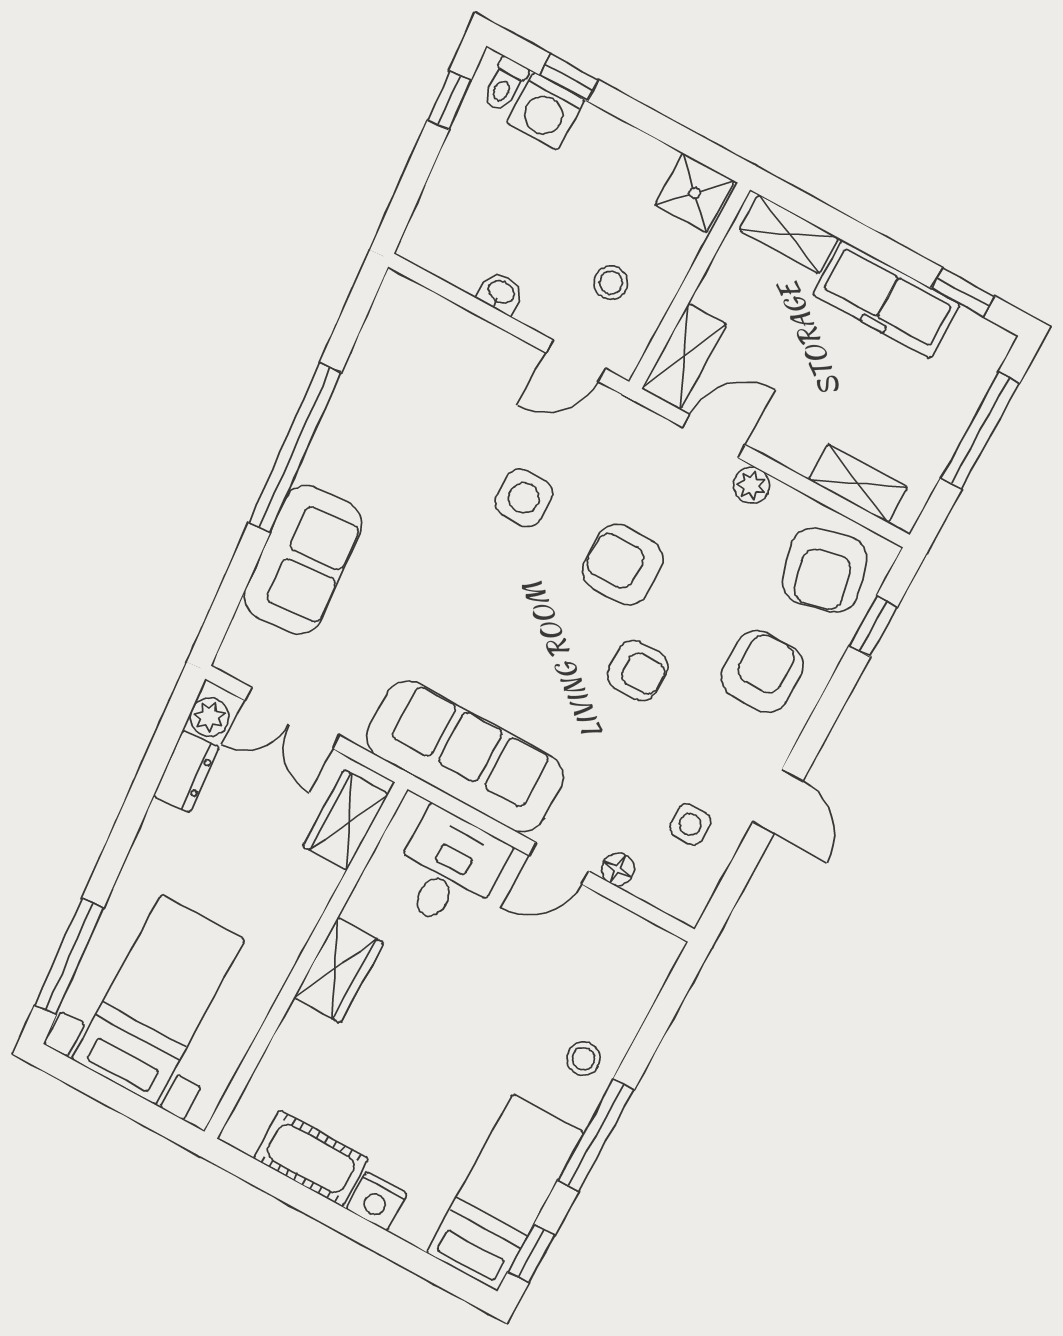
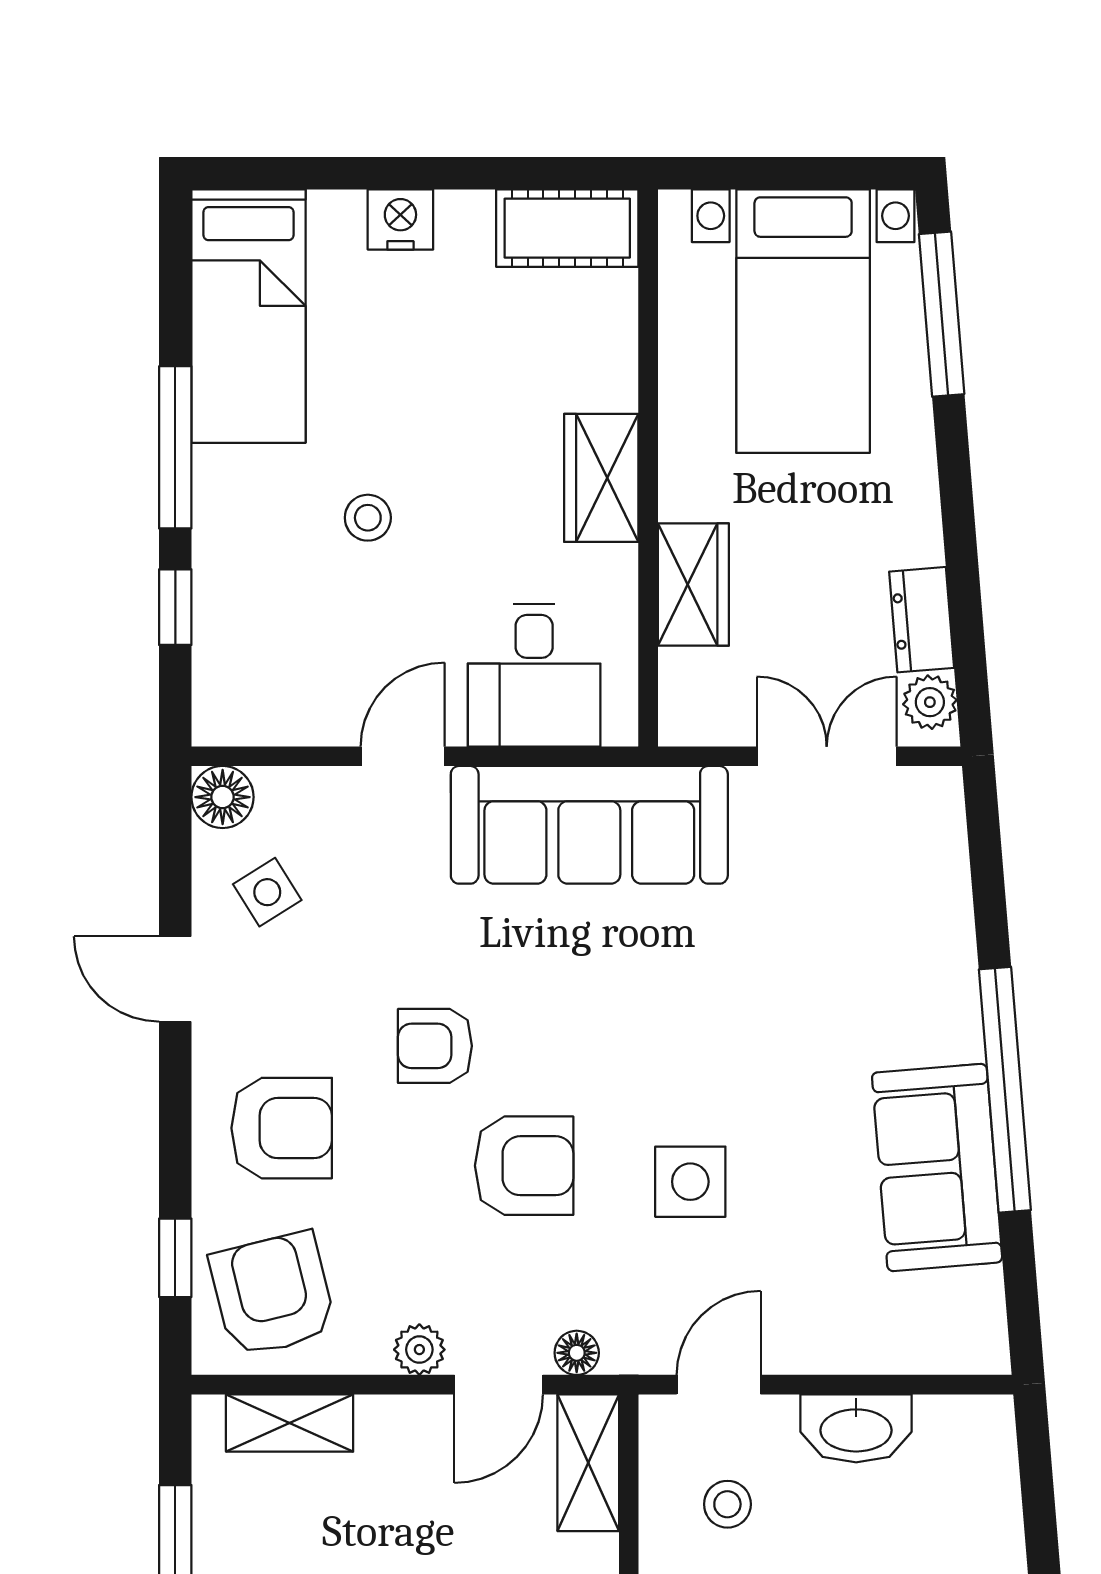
washbasin: (501, 293) -> (856, 1428), width x1.91, depth x1.45
floor lamp: (654, 429) -> (577, 1353), added
sofa: (303, 560) -> (937, 1167), moved
armchair: (762, 671) -> (282, 1128), turned -90
wardrobe: (346, 820) -> (693, 585), moved
side table: (690, 824) -> (267, 892), turned -32
floor lamp: (618, 869) -> (223, 797), moved, width x1.37, depth x1.37
stool: (583, 1059) -> (368, 518), moved
cot: (311, 1158) -> (567, 228), moved
window: (531, 1254) -> (175, 607), moved

